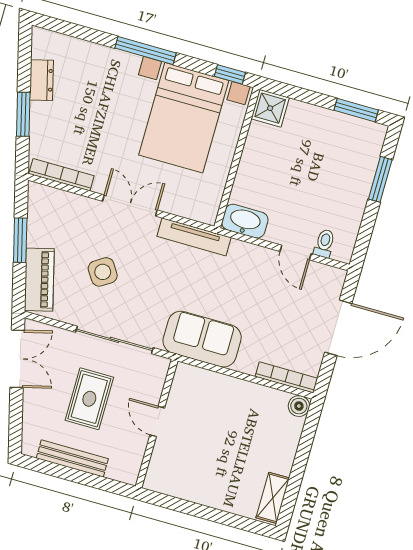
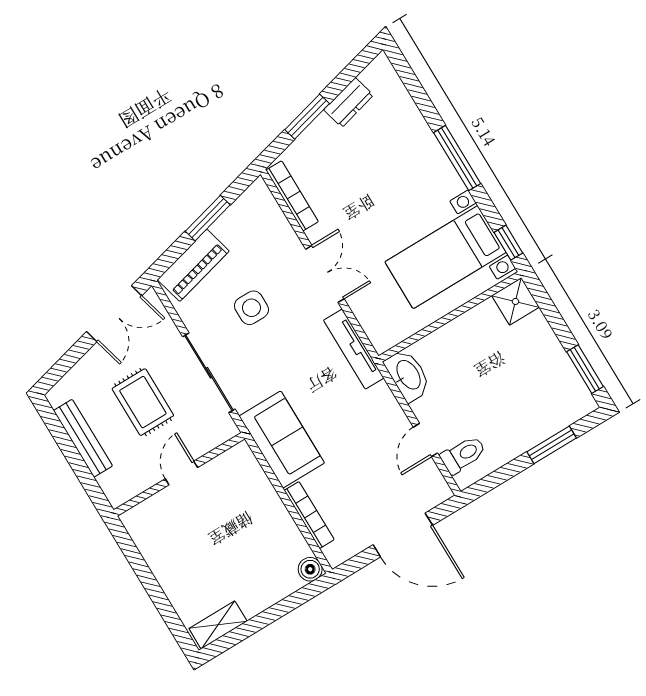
bed with nightstands: (184, 118) -> (446, 257), width x0.73
toilet: (324, 243) -> (463, 455), width x1.37, depth x1.39
side table: (103, 272) -> (251, 308), turned 33
bookcase: (286, 377) -> (309, 515), moved
rug: (89, 399) -> (143, 402), turned 90

